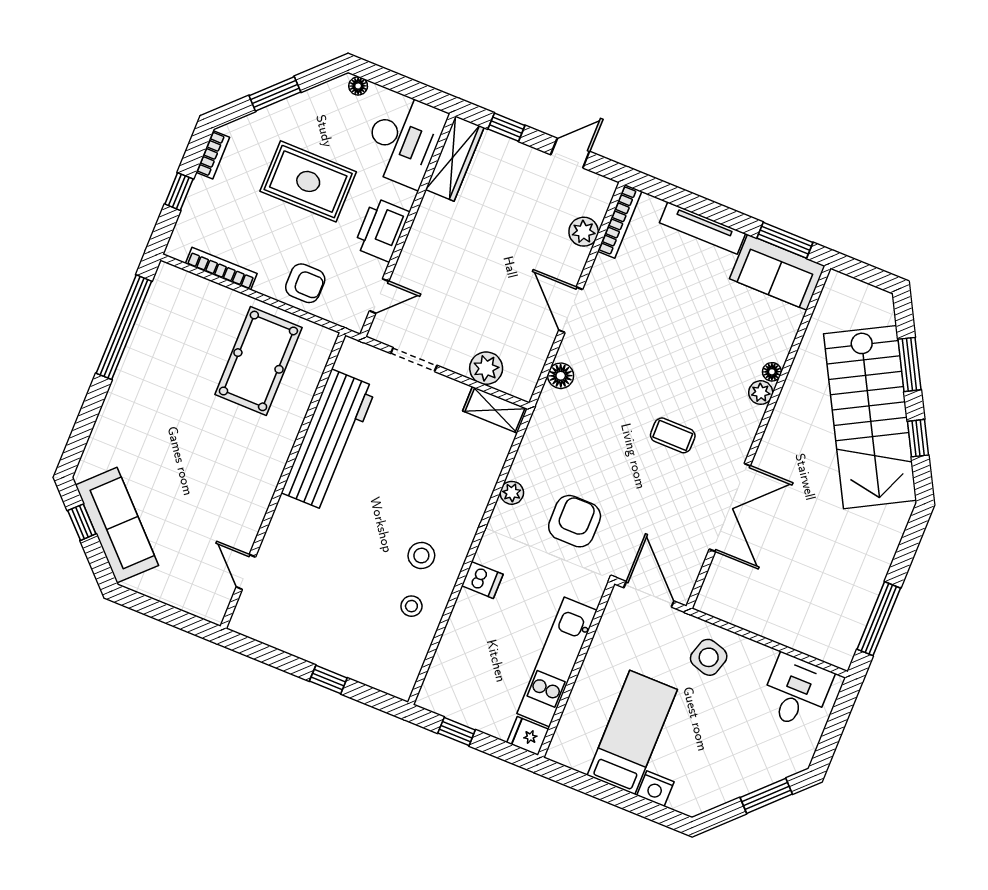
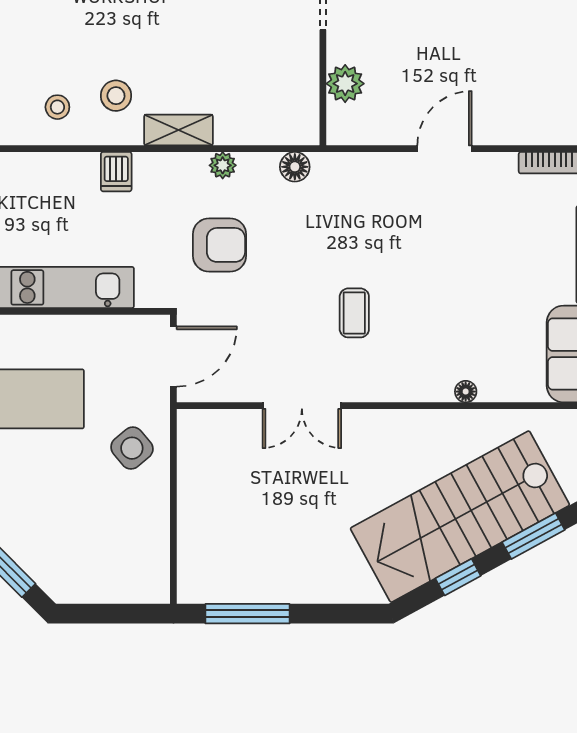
plant: (584, 232) -> (534, 129), removed
floor lamp: (561, 376) -> (295, 167), moved
plant: (761, 393) -> (439, 389), removed
shelving: (495, 410) -> (178, 130), moved, turned 90
double door: (730, 507) -> (302, 406), width x0.73
side table: (709, 657) -> (132, 448), turned 33
desk: (796, 692) -> (133, 557), removed

